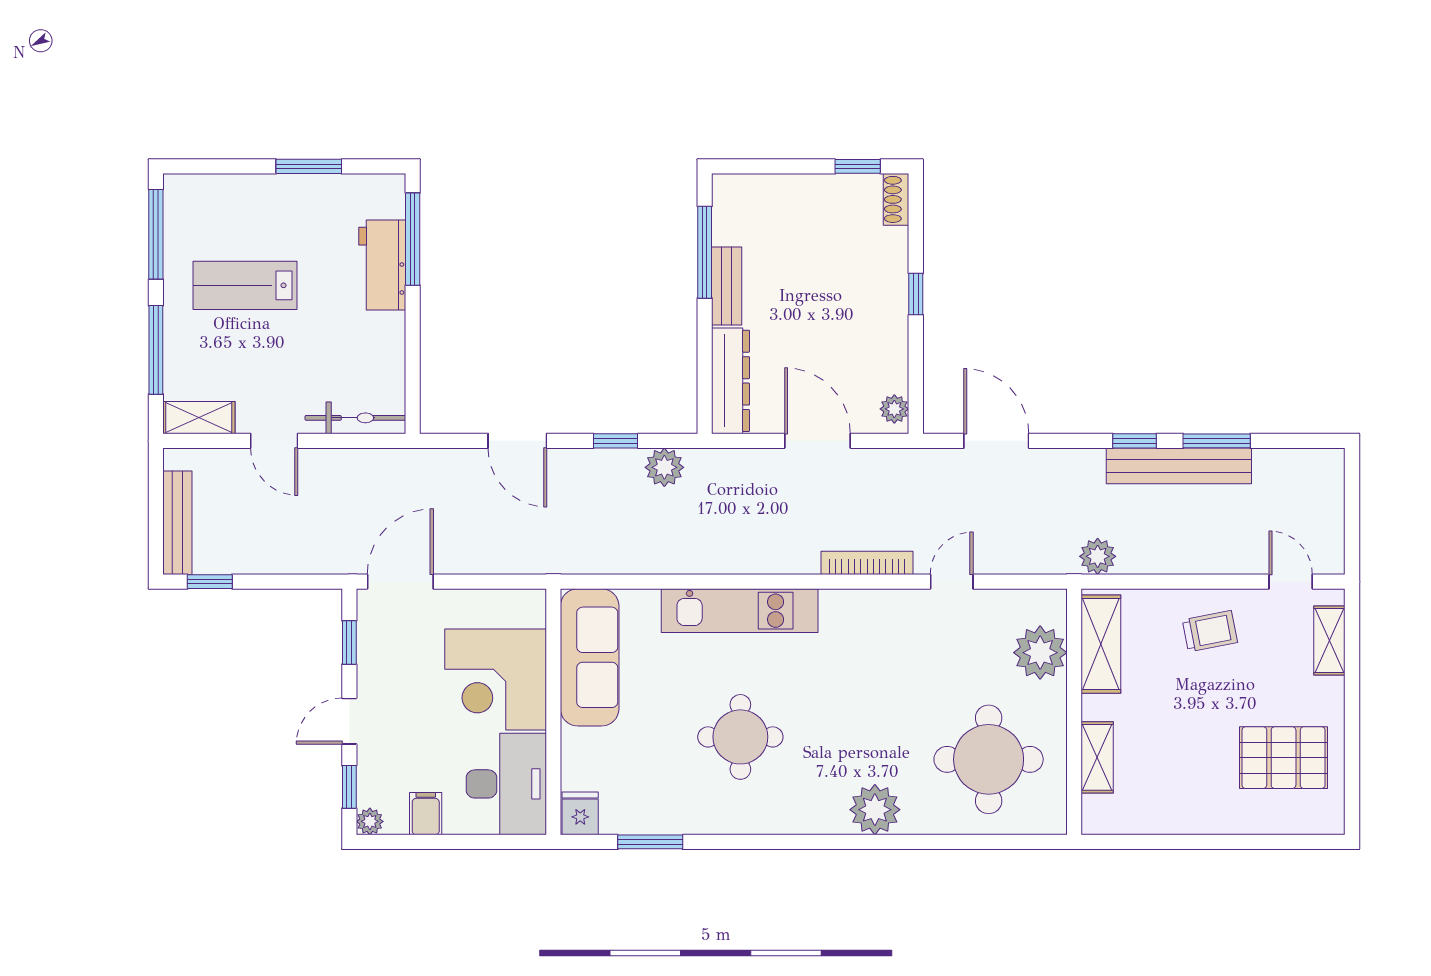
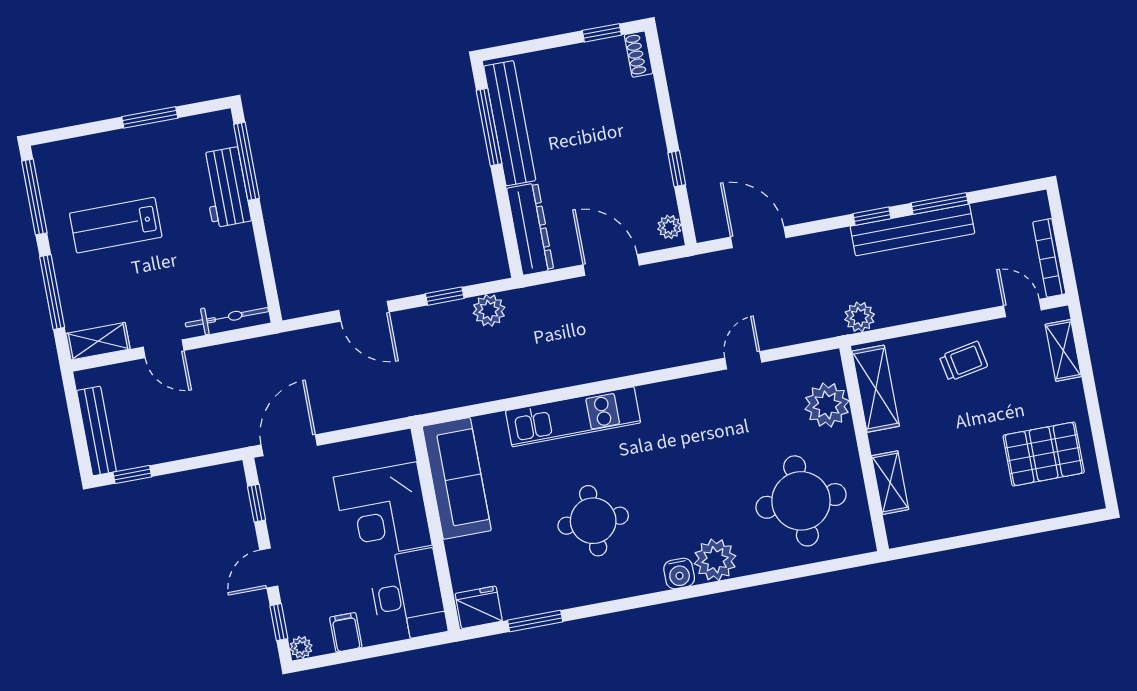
bench: (727, 286) -> (510, 123), width x1.86, depth x1.21
window: (916, 294) -> (677, 169), moved
bookcase: (867, 563) -> (1049, 258), moved, turned -90
fridge: (580, 813) -> (479, 607), width x1.38
water cooler: (830, 818) -> (679, 573), added

